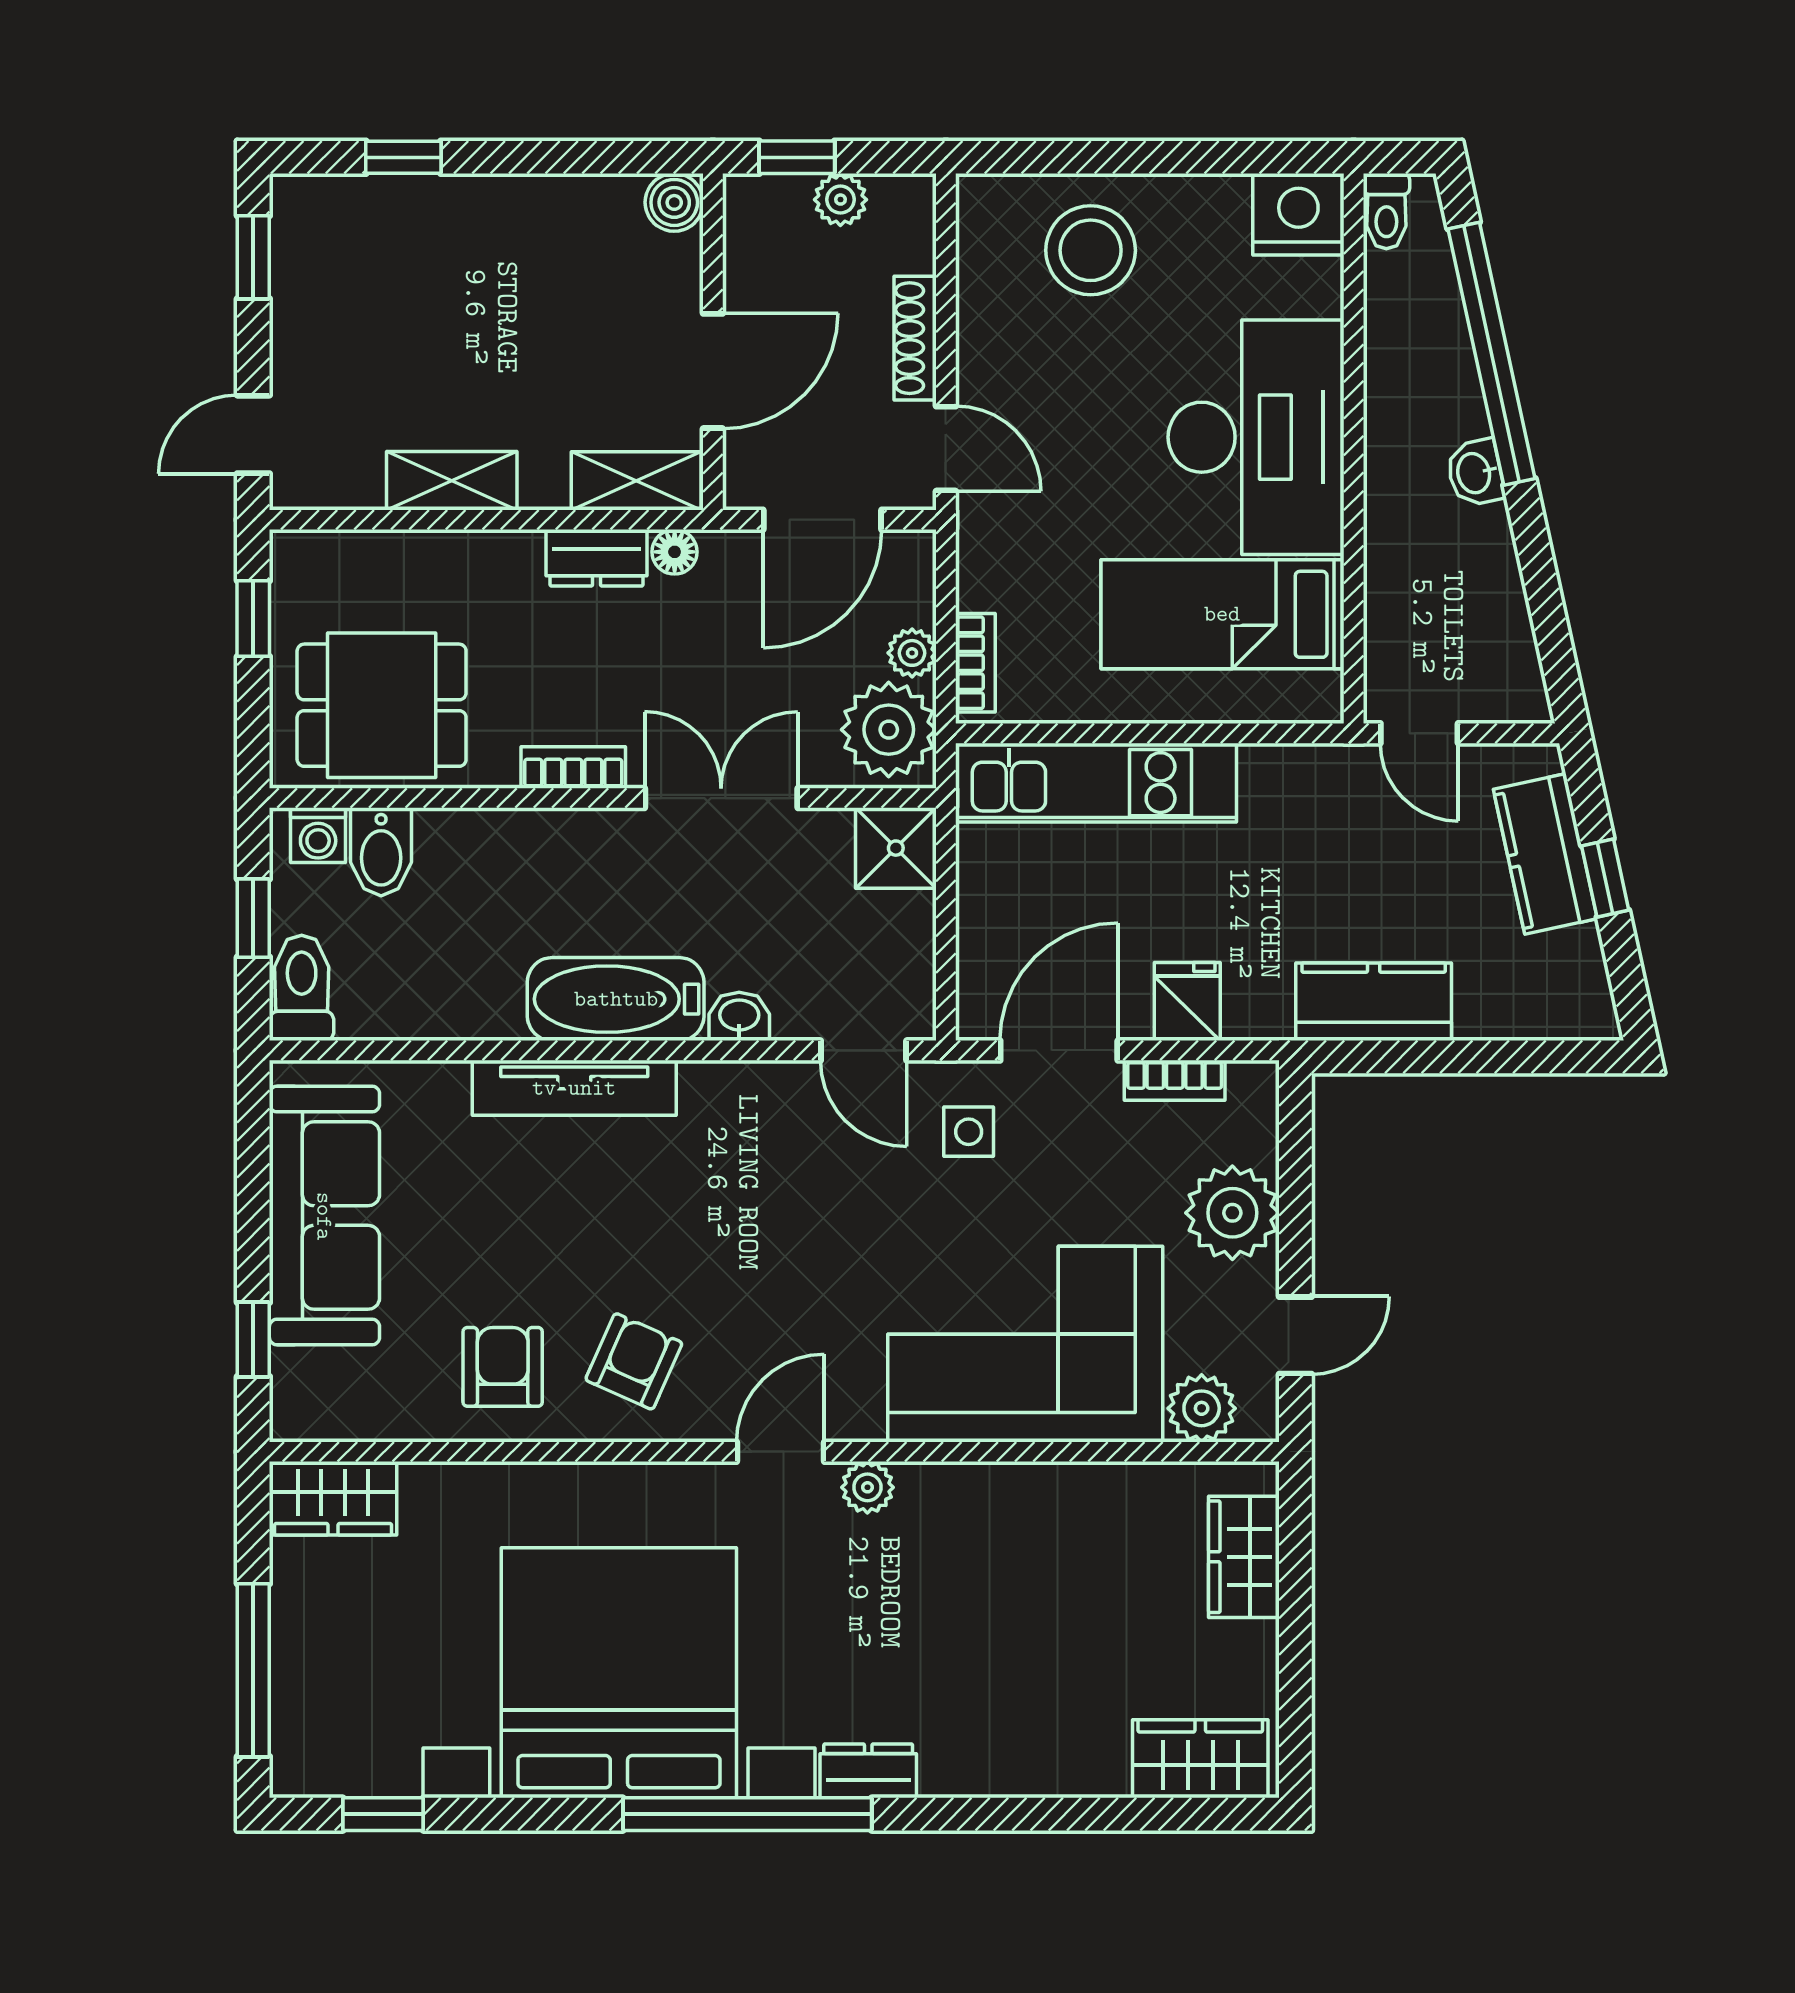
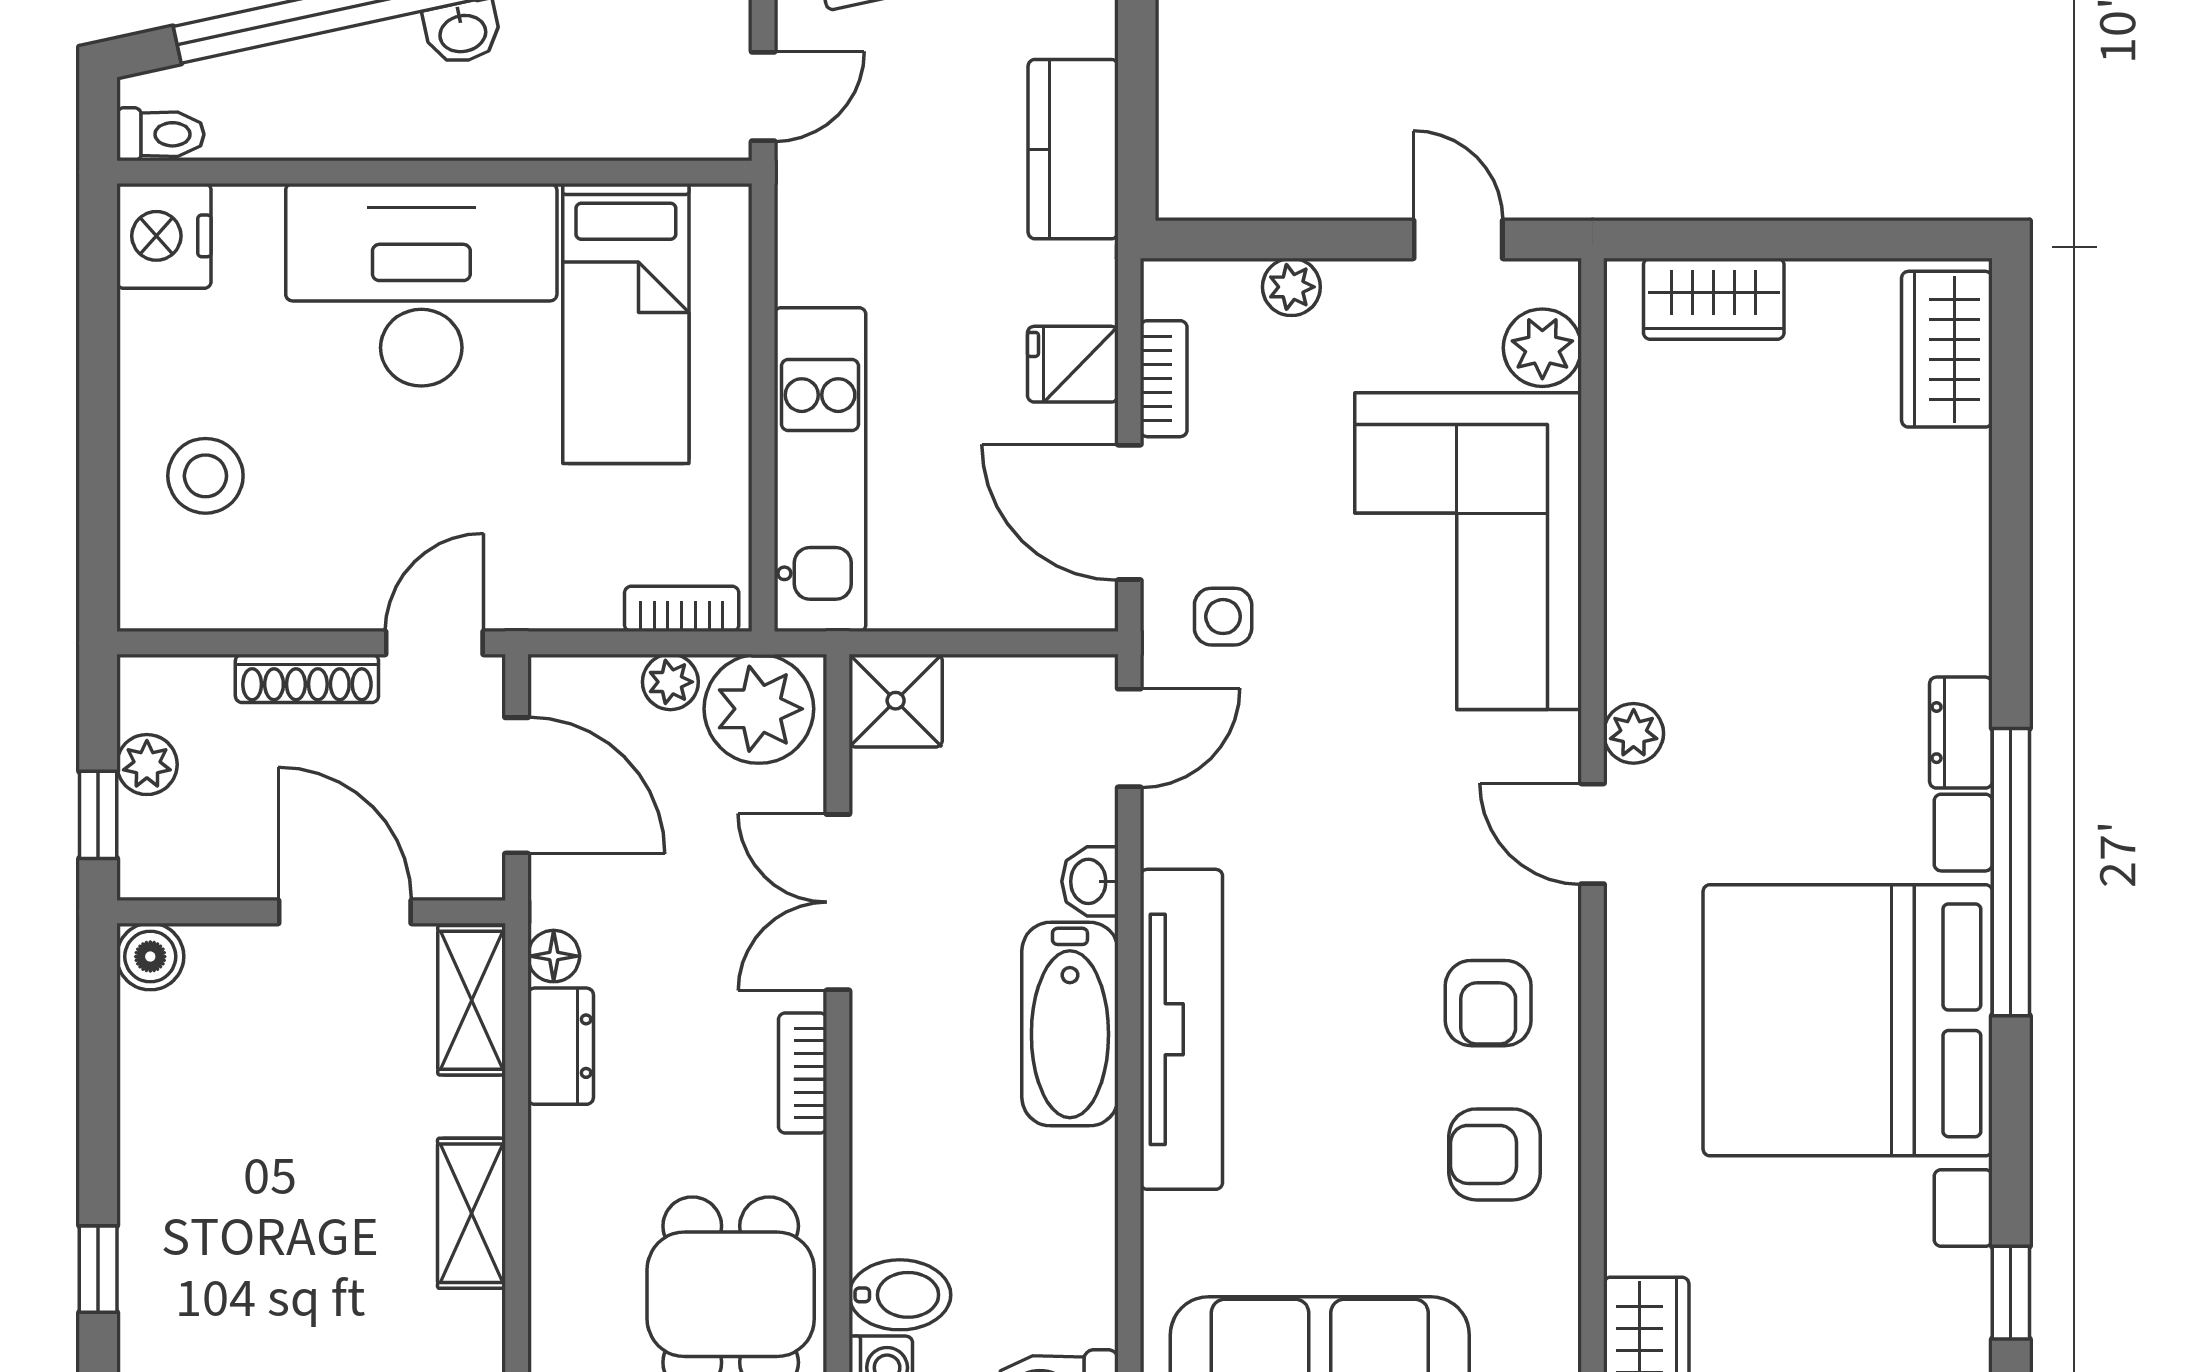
stool: (1091, 250) -> (205, 476), width x0.73, depth x0.73
tv unit: (574, 1088) -> (1181, 1029), width x1.36, depth x1.29
plant: (1232, 1213) -> (1291, 287), width x0.53, depth x0.53
armchair: (634, 1361) -> (1488, 1003), turned -114

